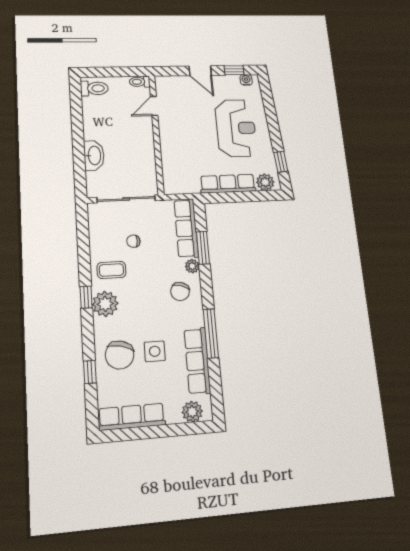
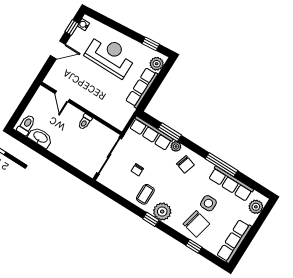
toilet: (140, 82) -> (85, 122), moved
washbasin: (94, 155) -> (40, 137), moved

